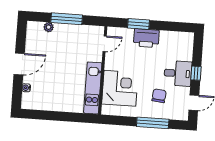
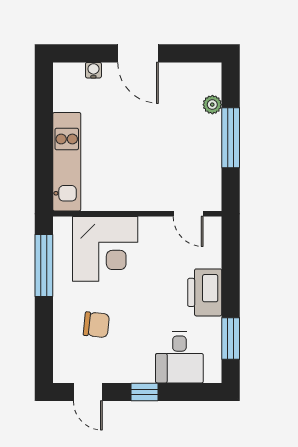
window: (139, 24) -> (231, 338), moved
desk: (178, 73) -> (179, 357), moved
kitchen unit: (93, 88) -> (67, 162), moved, turned 90
window: (153, 123) -> (44, 265), moved

